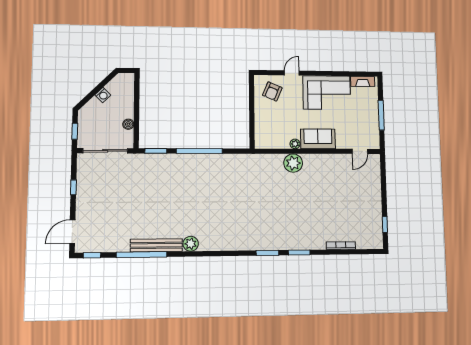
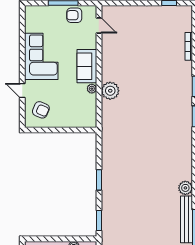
fireplace: (363, 81) -> (30, 20), removed
armchair: (369, 126) -> (74, 15), added
window: (199, 151) -> (99, 180), width x0.47

